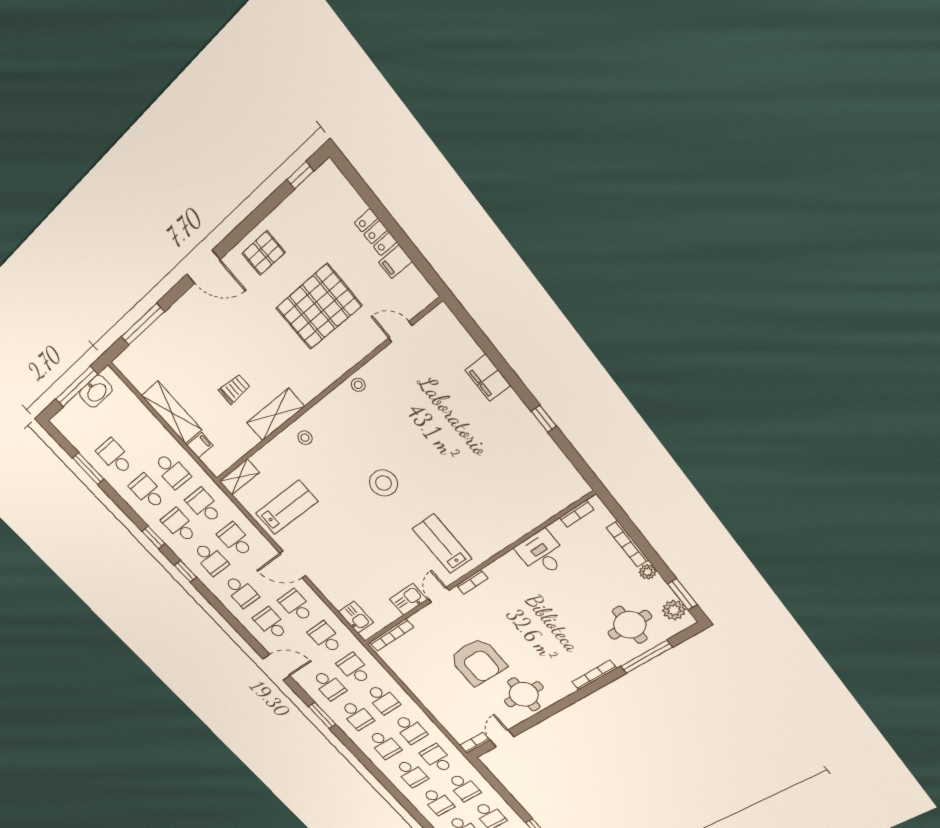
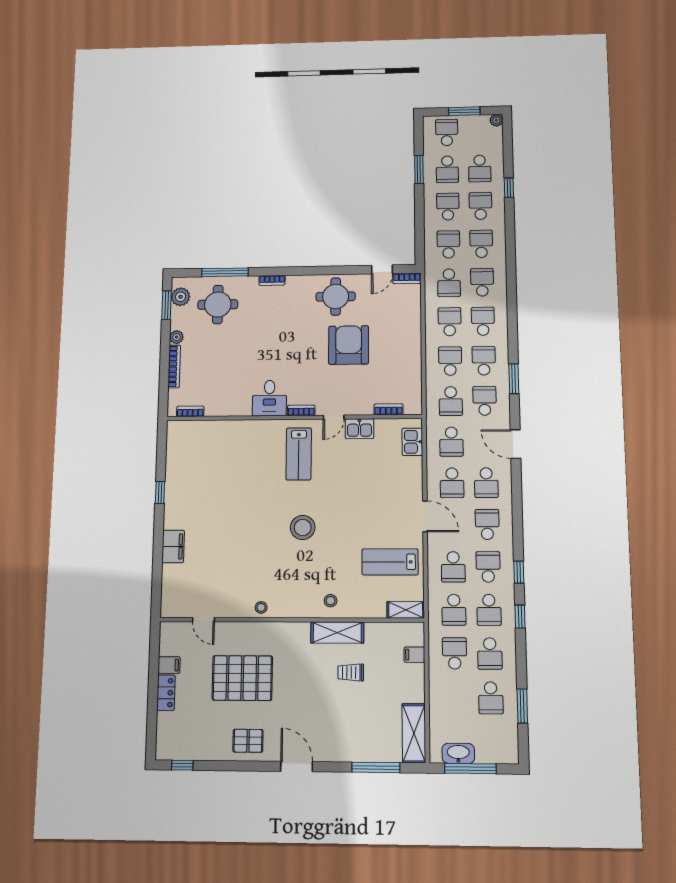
shelving: (172, 413) -> (414, 733), moved
desk: (542, 554) -> (269, 398), moved
bookcase: (391, 635) -> (389, 409), width x0.64
bookcase: (594, 675) -> (272, 280), width x0.64

